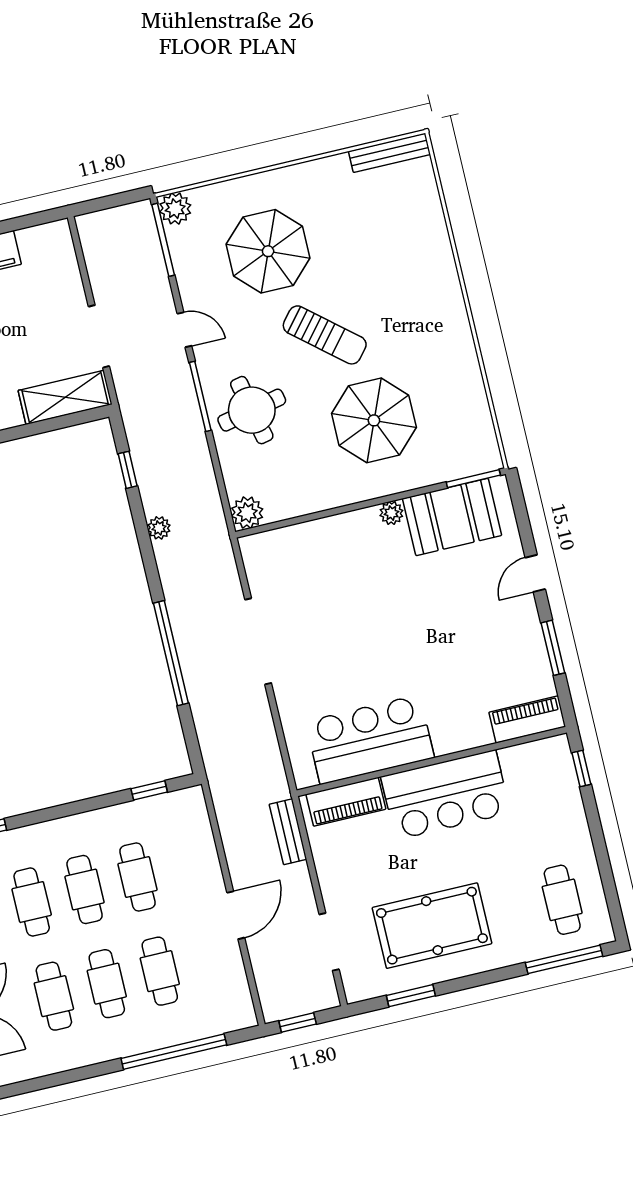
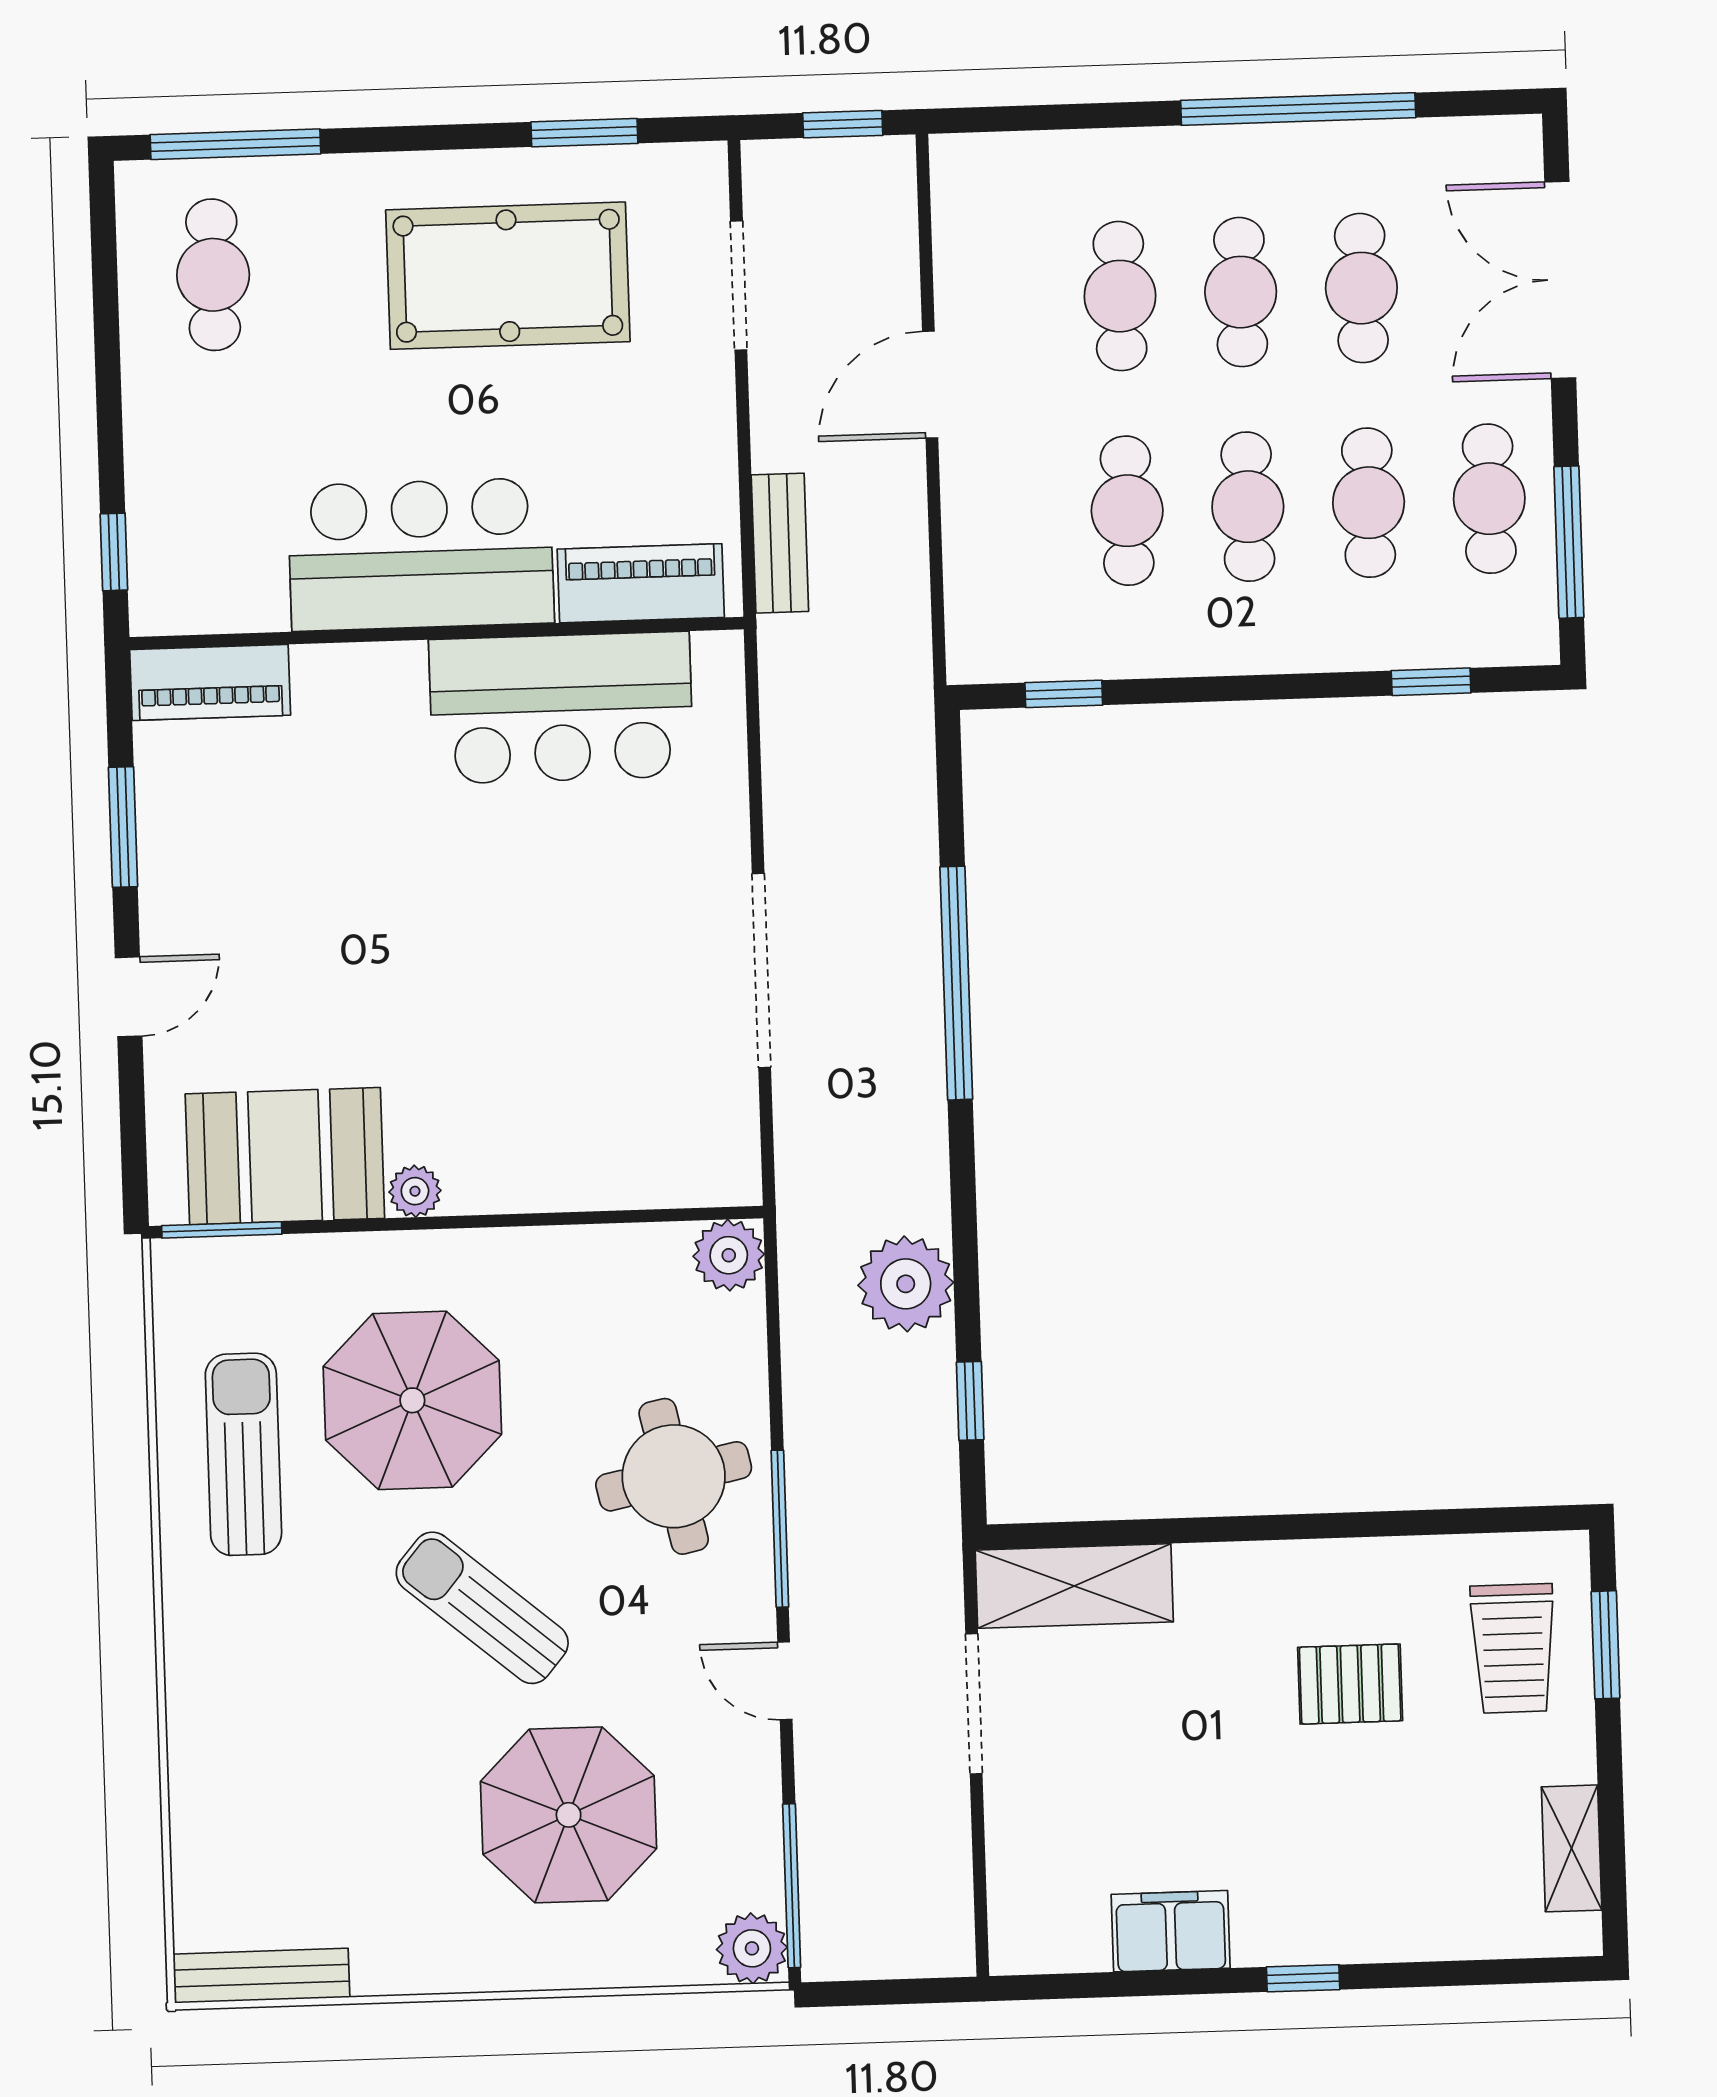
sun lounger: (444, 382) -> (243, 1454), added
plant: (159, 528) -> (906, 1284), width x1.87, depth x1.87
window: (174, 1052) -> (1298, 109), moved

